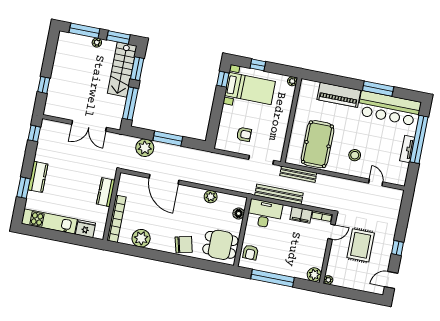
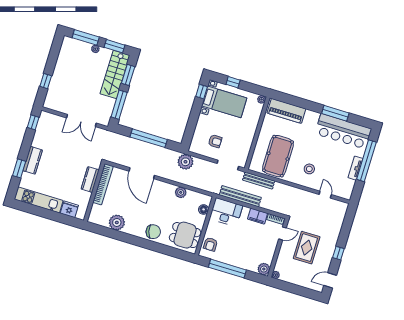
piano: (339, 95) -> (286, 111), moved
window: (168, 138) -> (149, 138), width x1.46
plant: (145, 148) -> (185, 162), moved
bookcase: (116, 219) -> (103, 184), moved

